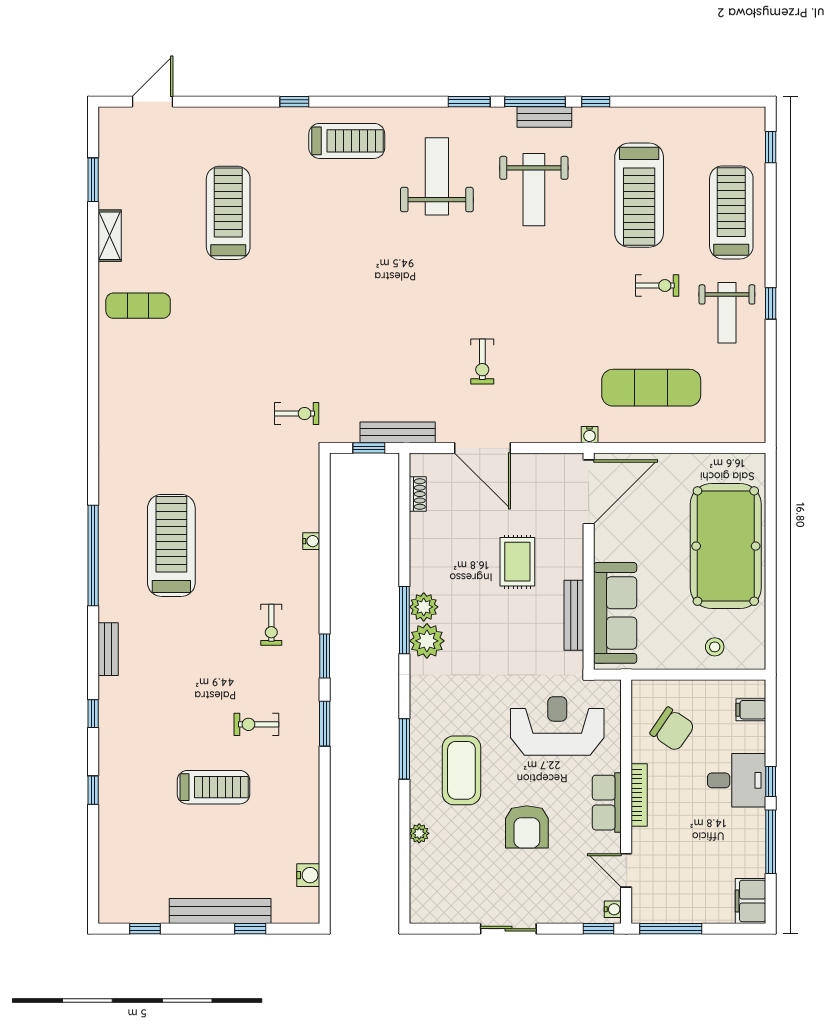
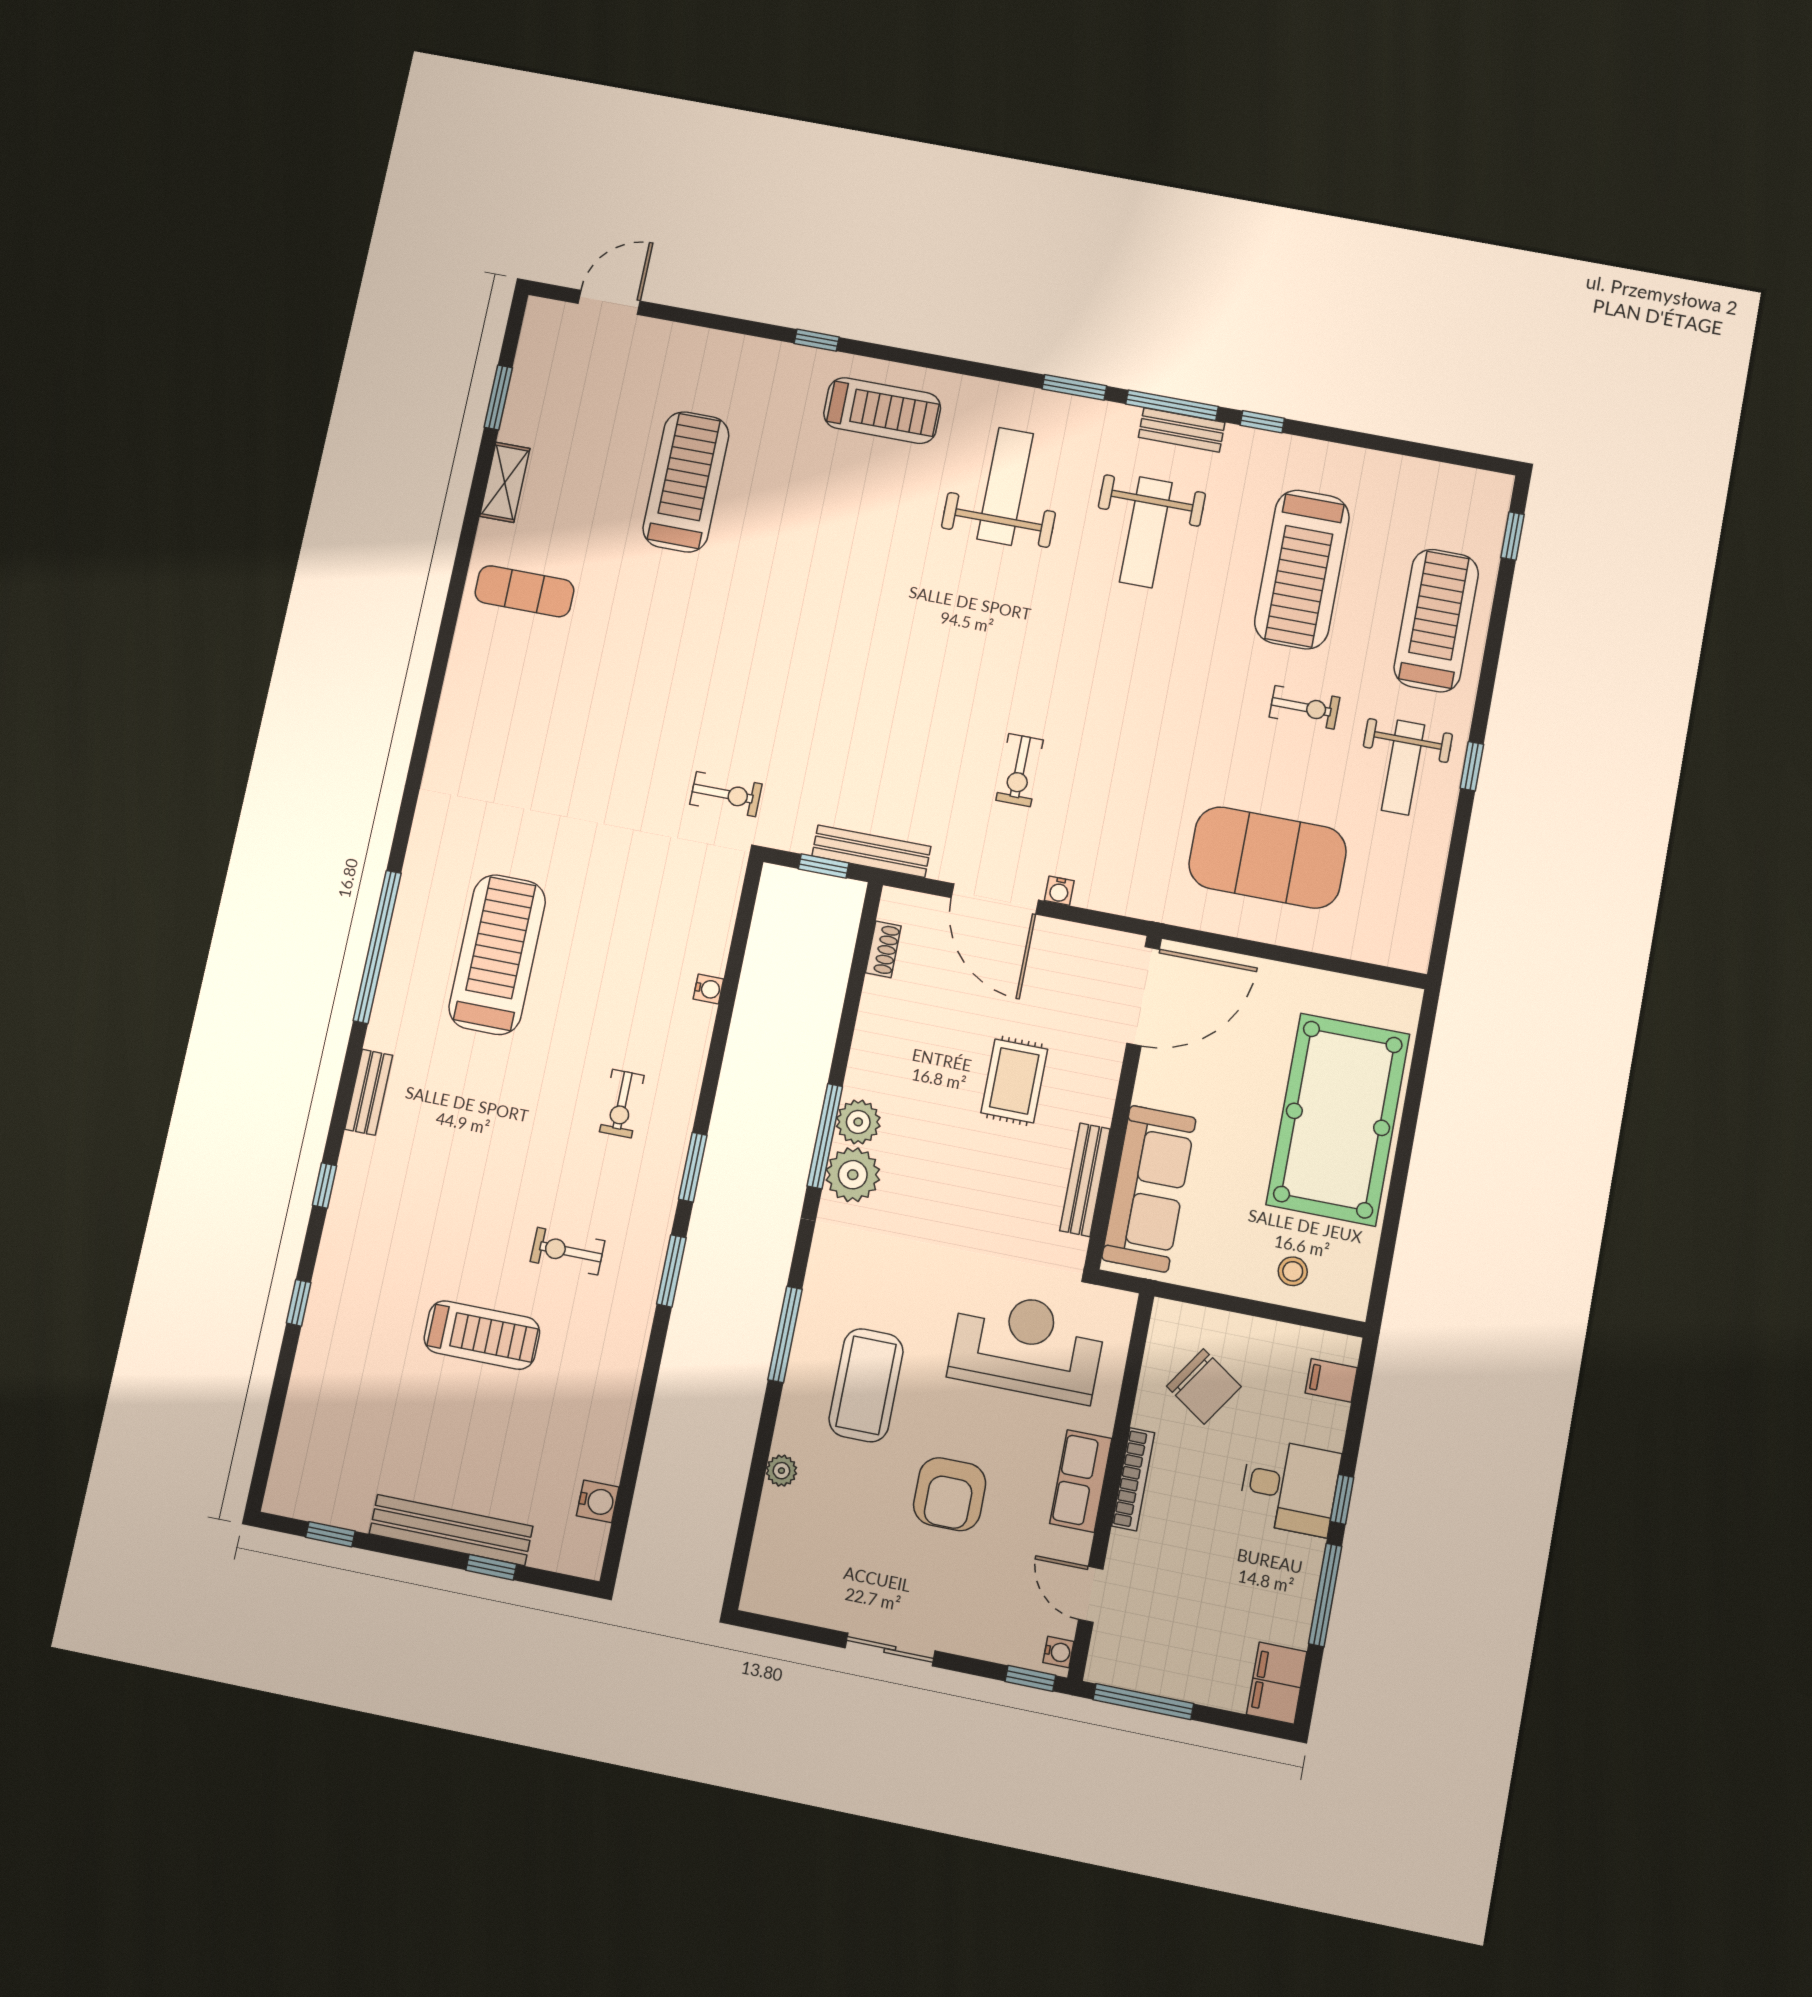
exercise mat: (651, 388) -> (1267, 858), width x1.47
water cooler: (590, 435) -> (1059, 891), moved

